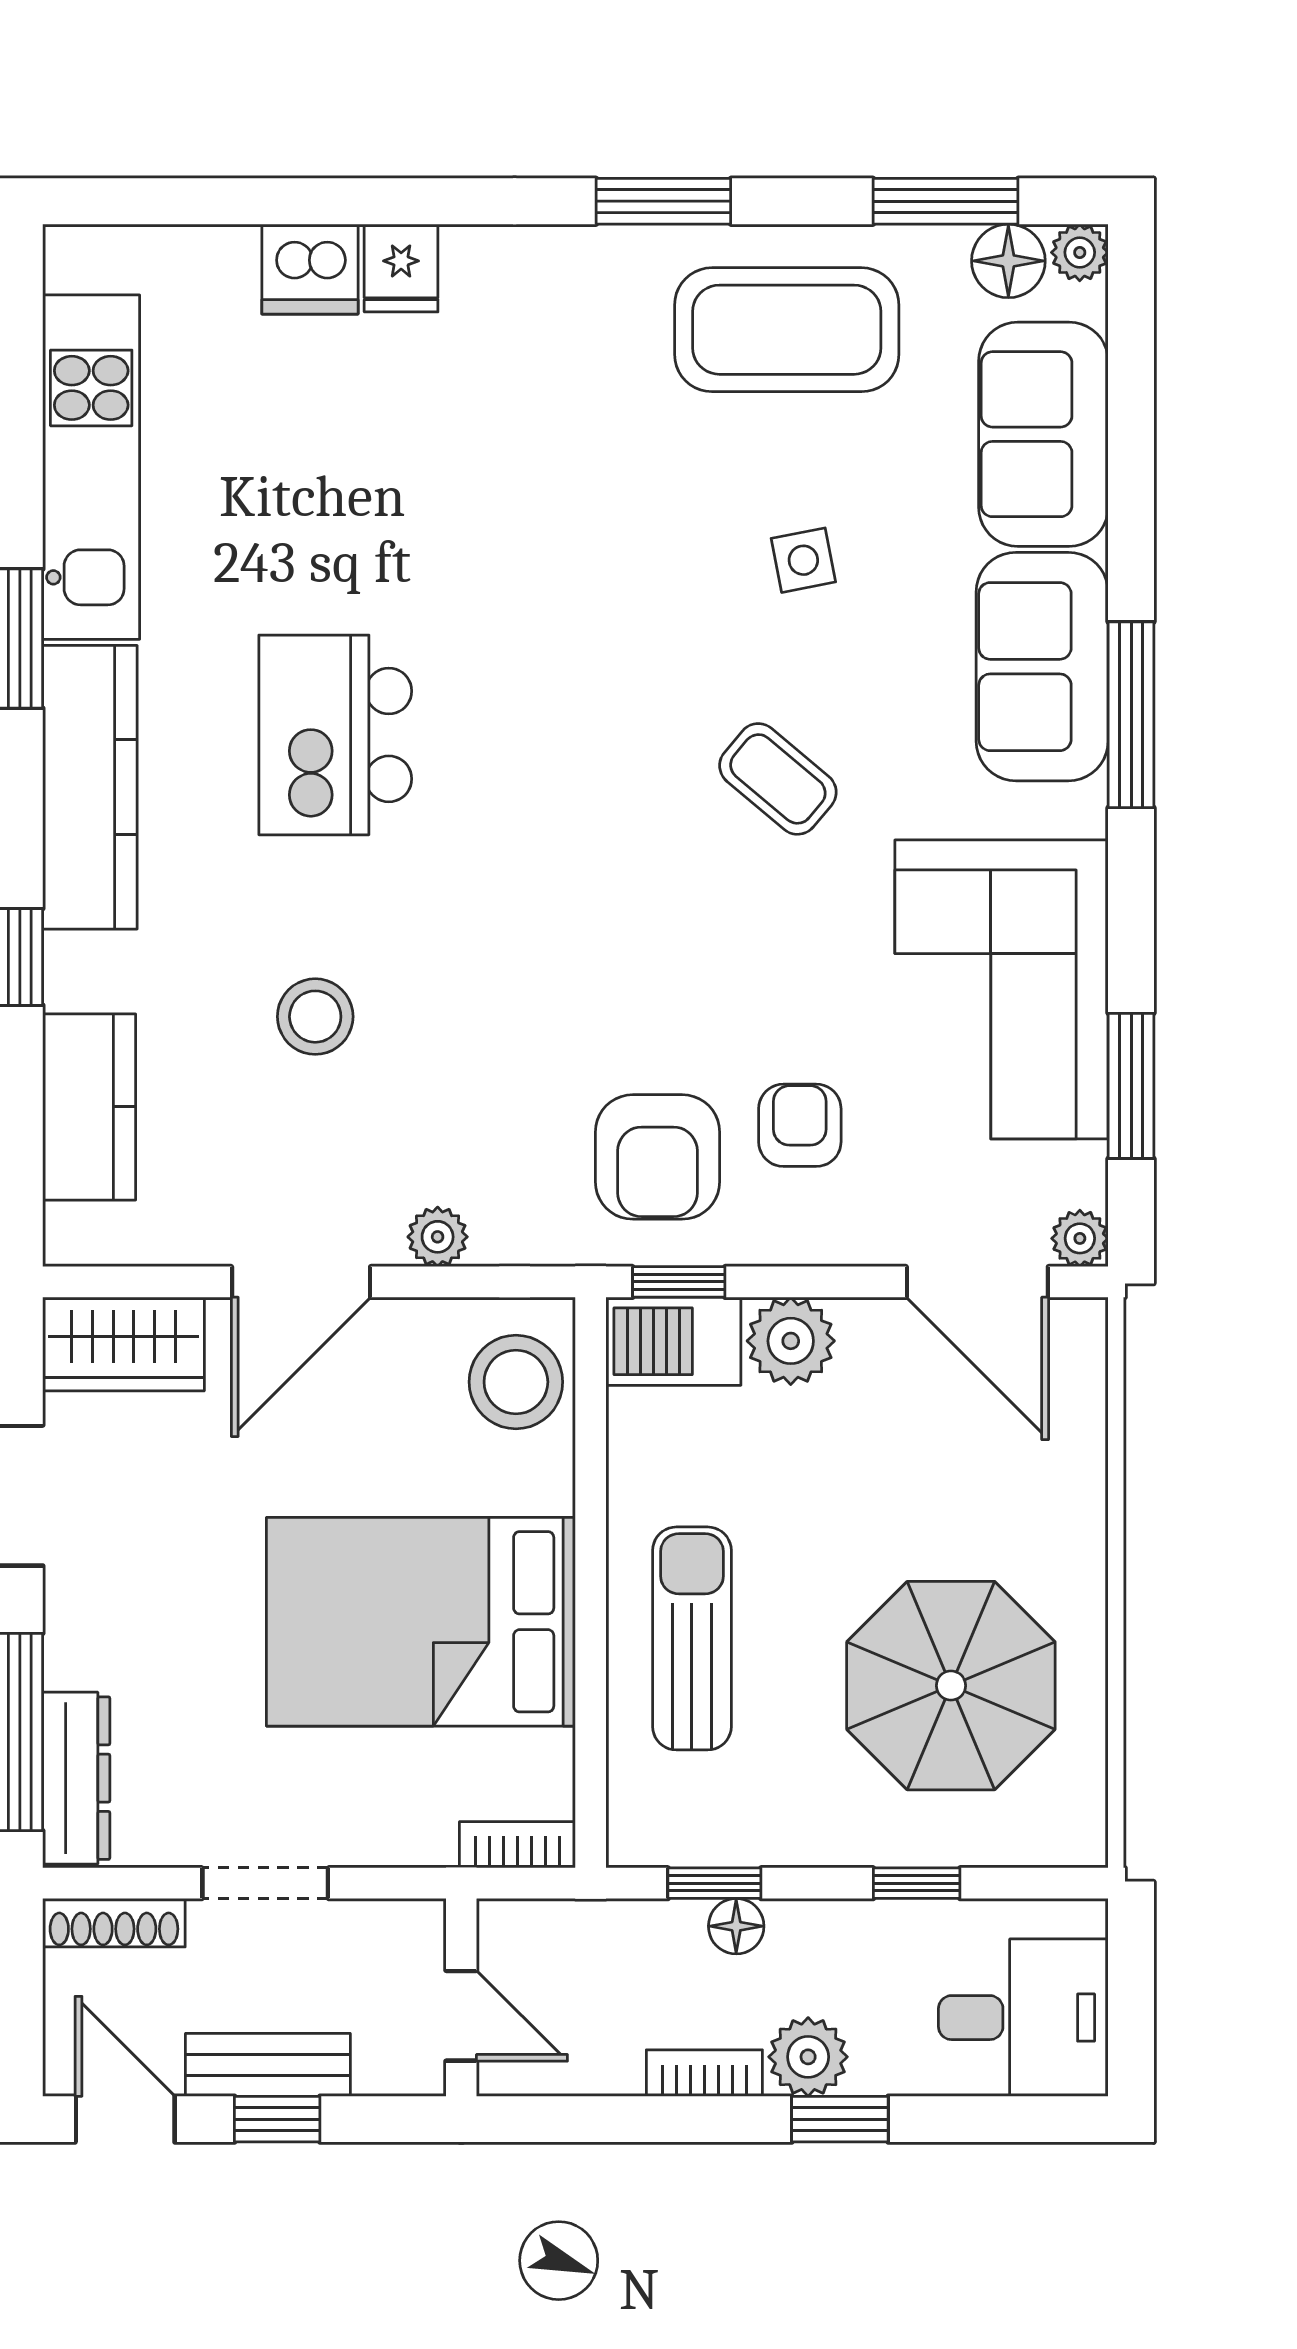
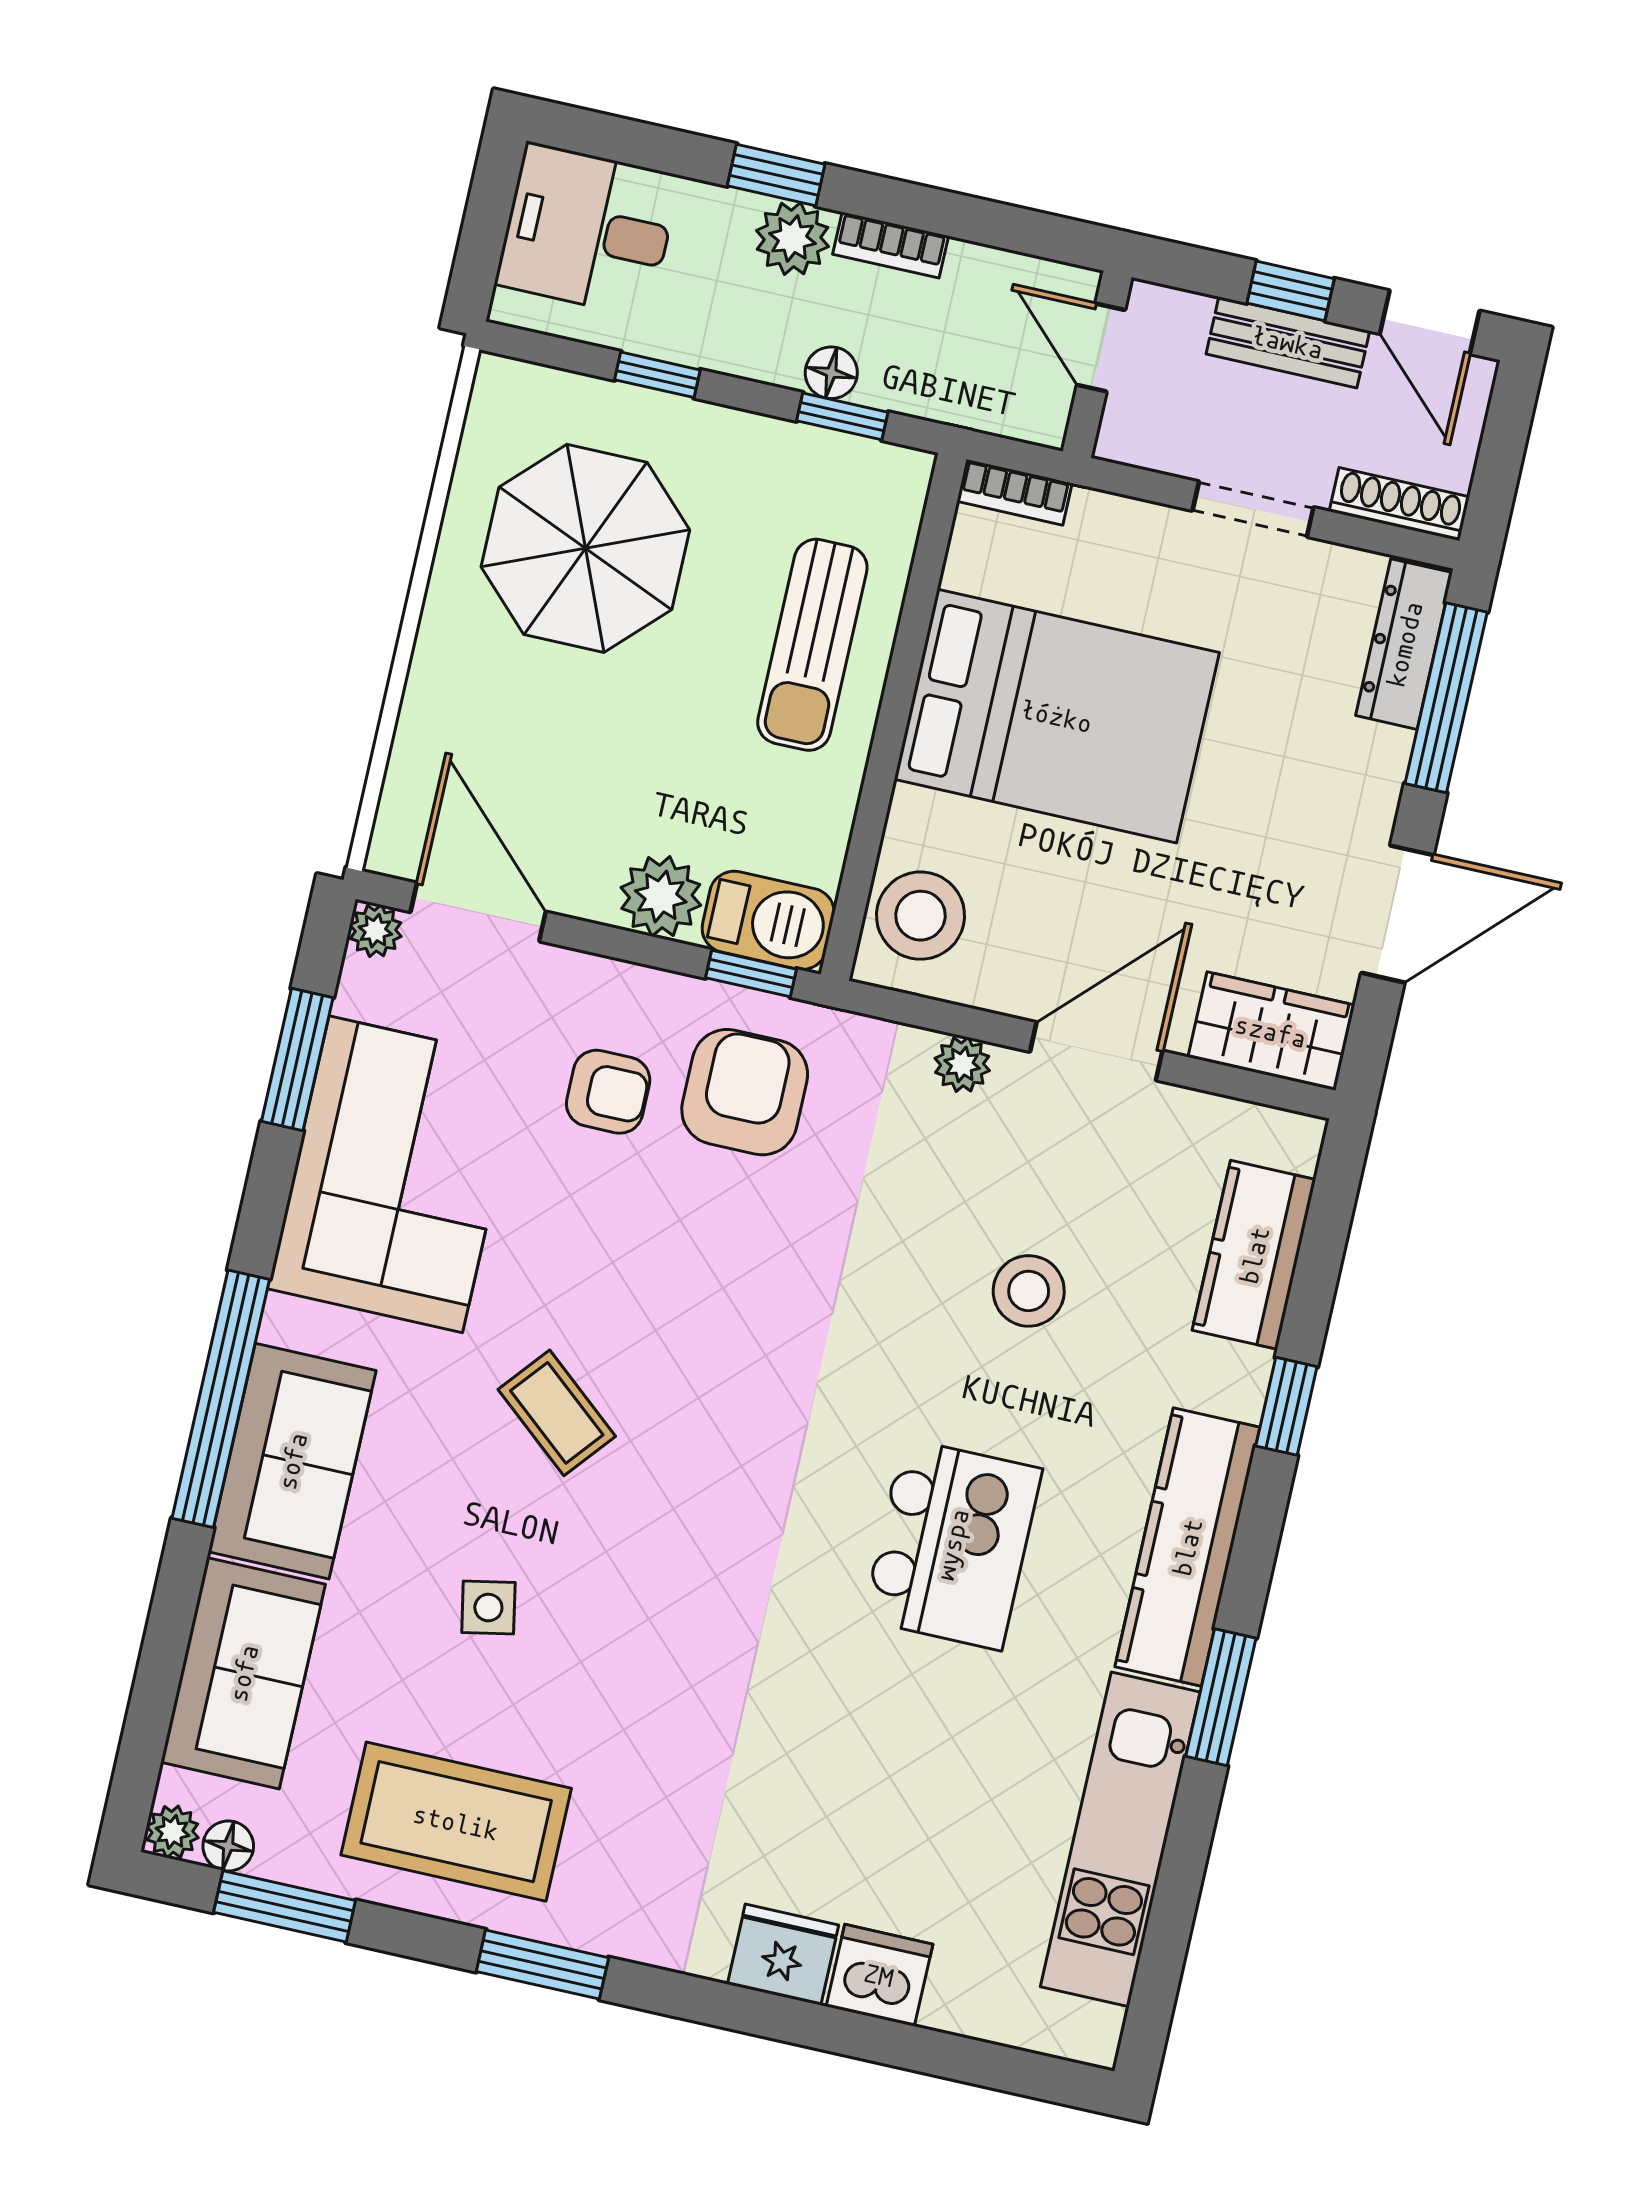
floor lamp: (1008, 261) -> (228, 1846), width x0.73, depth x0.73
fridge: (401, 268) -> (783, 1955), width x1.38
window: (1131, 715) -> (221, 1399), width x1.46
armchair: (800, 1125) -> (608, 1092), turned -90

